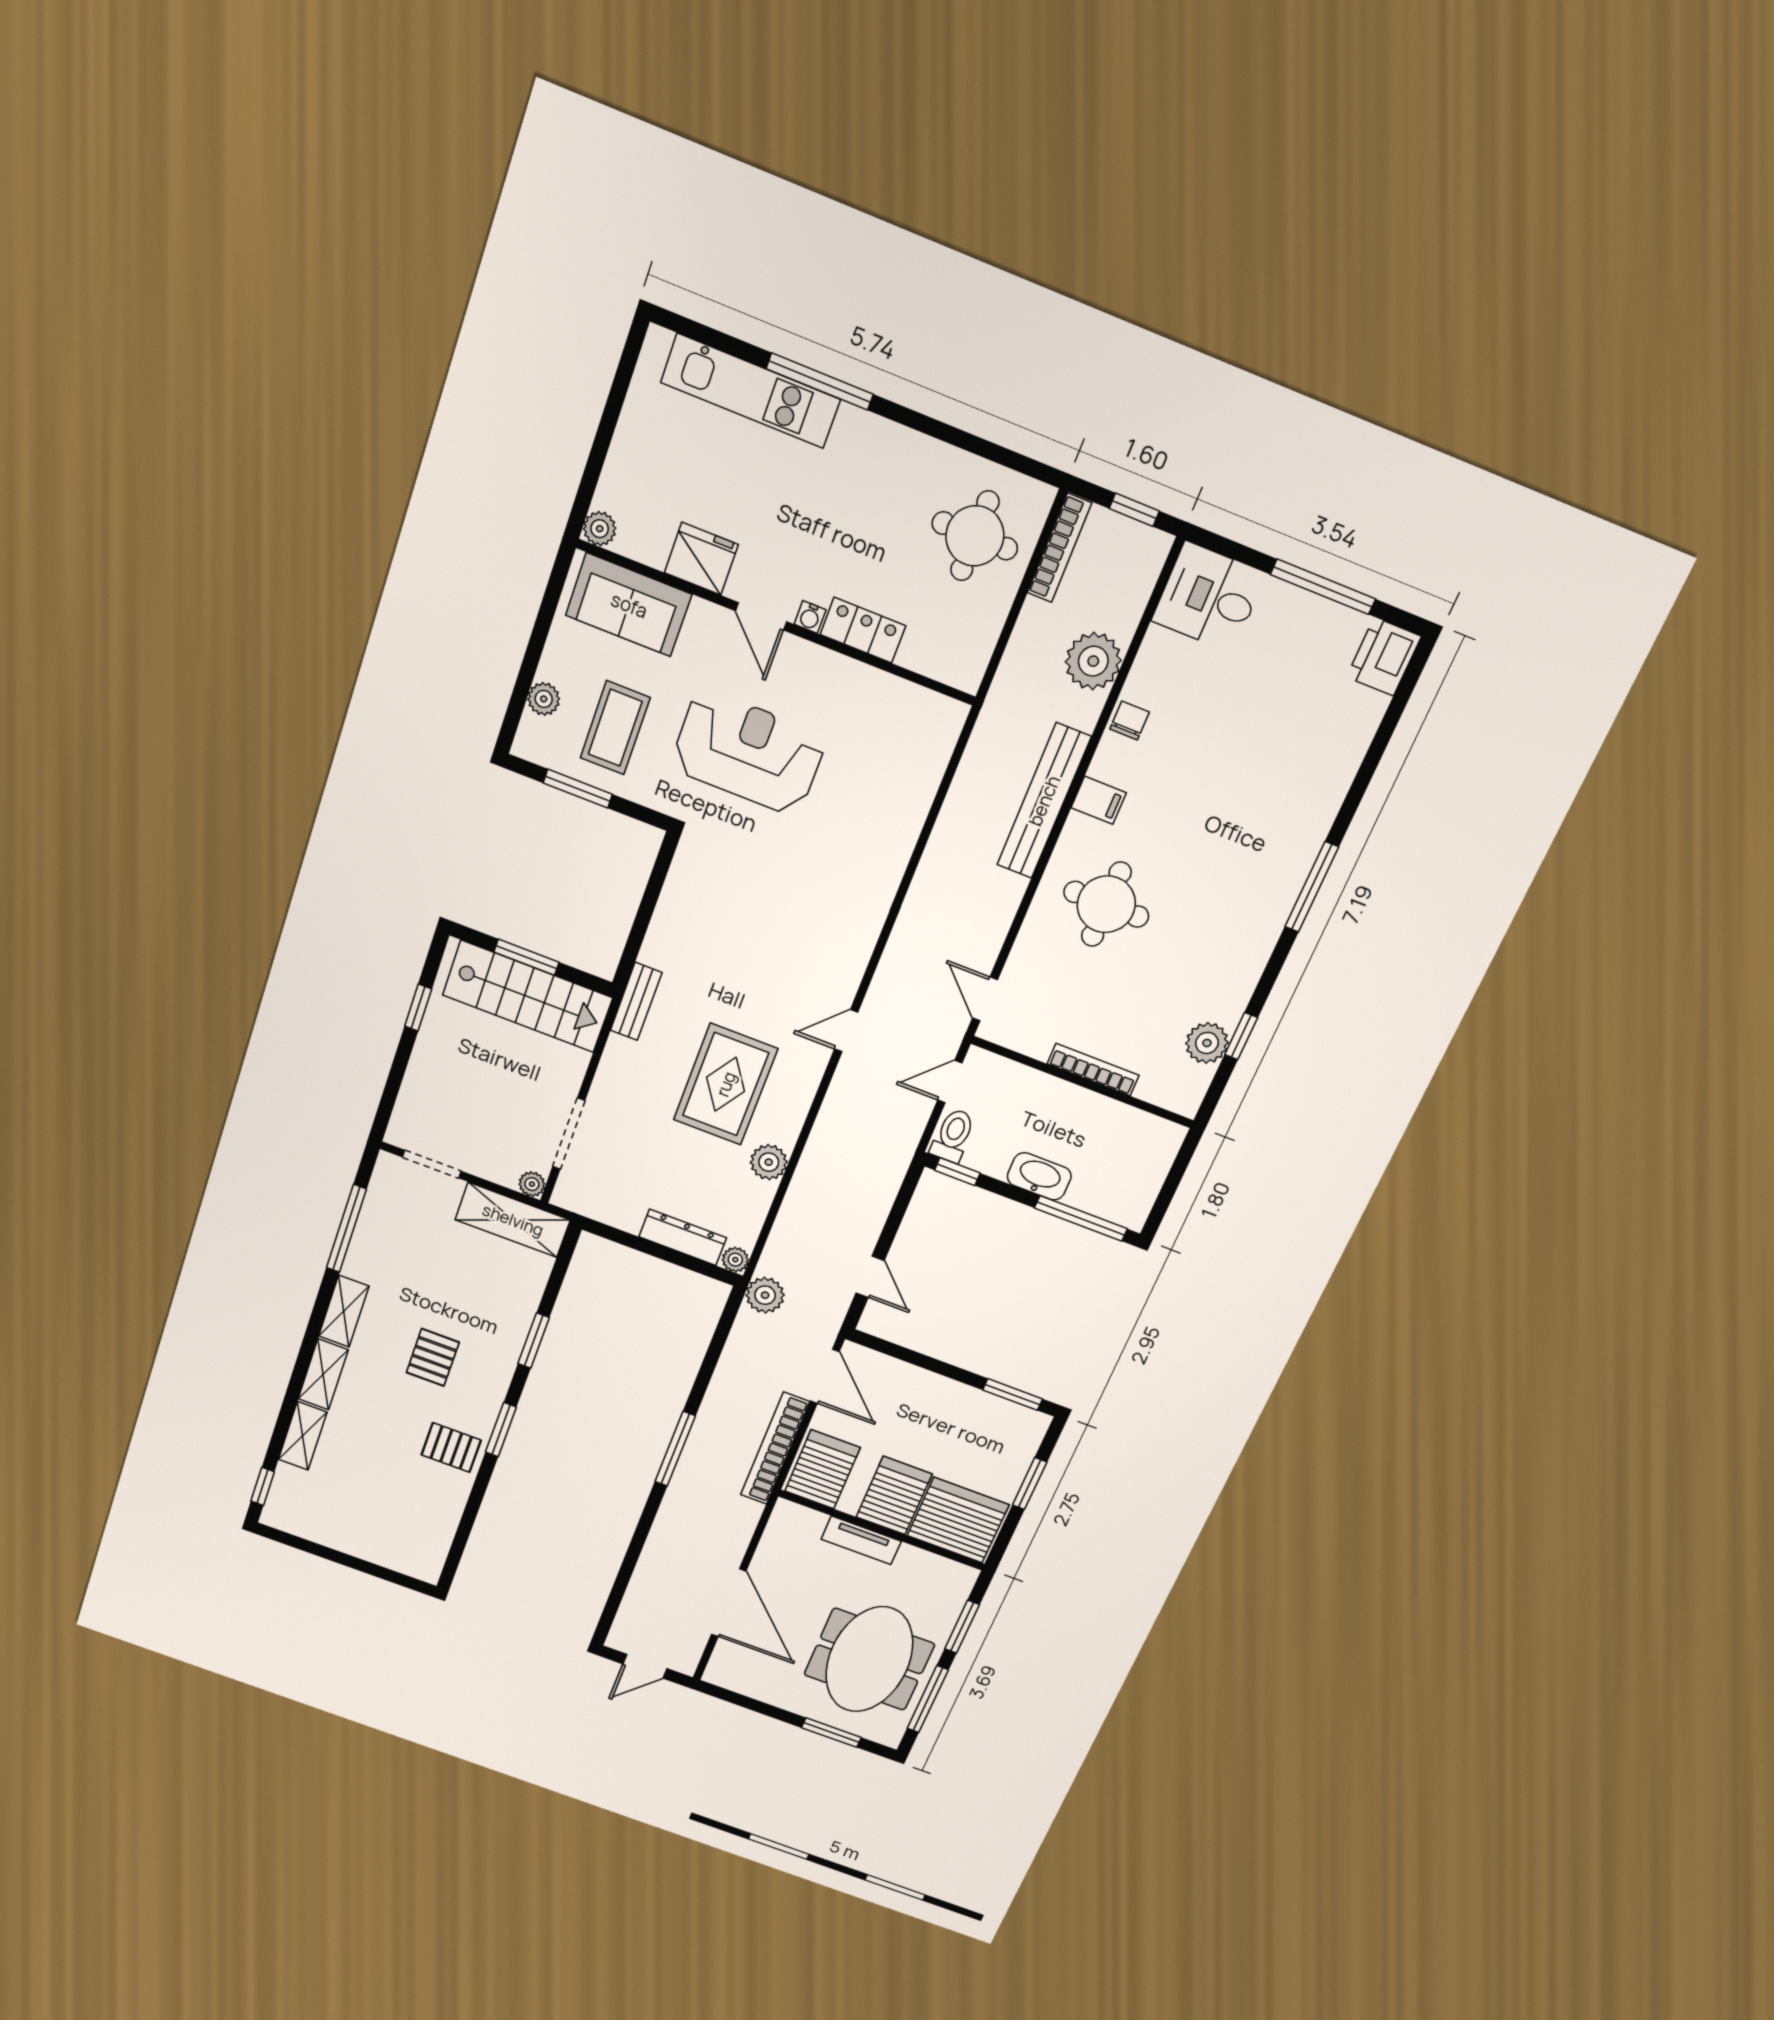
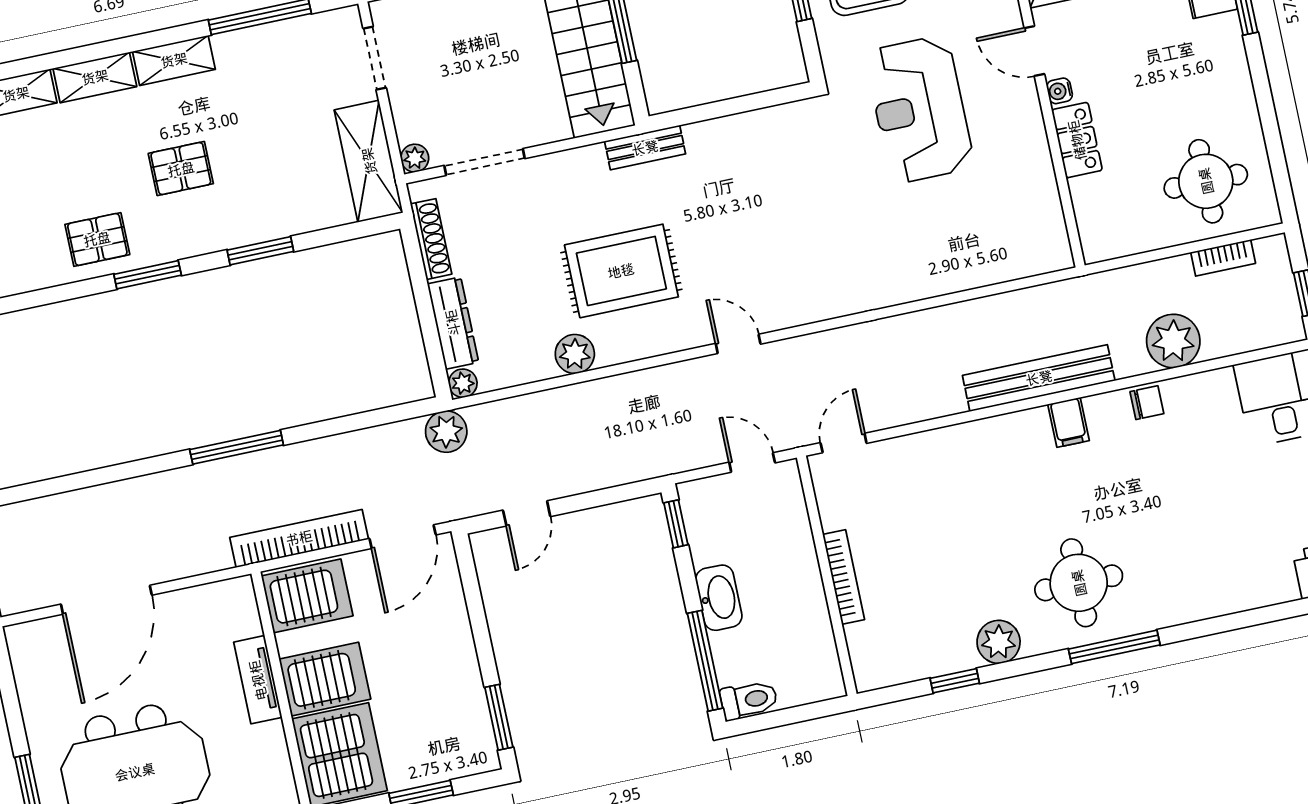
bookcase: (1059, 548) -> (1223, 258), width x0.64
door: (761, 616) -> (1034, 51), hinge flipped
reception desk: (748, 752) -> (920, 109), turned 180
round table: (1106, 904) -> (1079, 583), moved
plant: (1207, 1043) -> (999, 642), moved
toilet: (953, 1135) -> (749, 700), moved
shoe rack: (605, 1212) -> (431, 239), added
pallet: (451, 1447) -> (97, 239), turned 90

